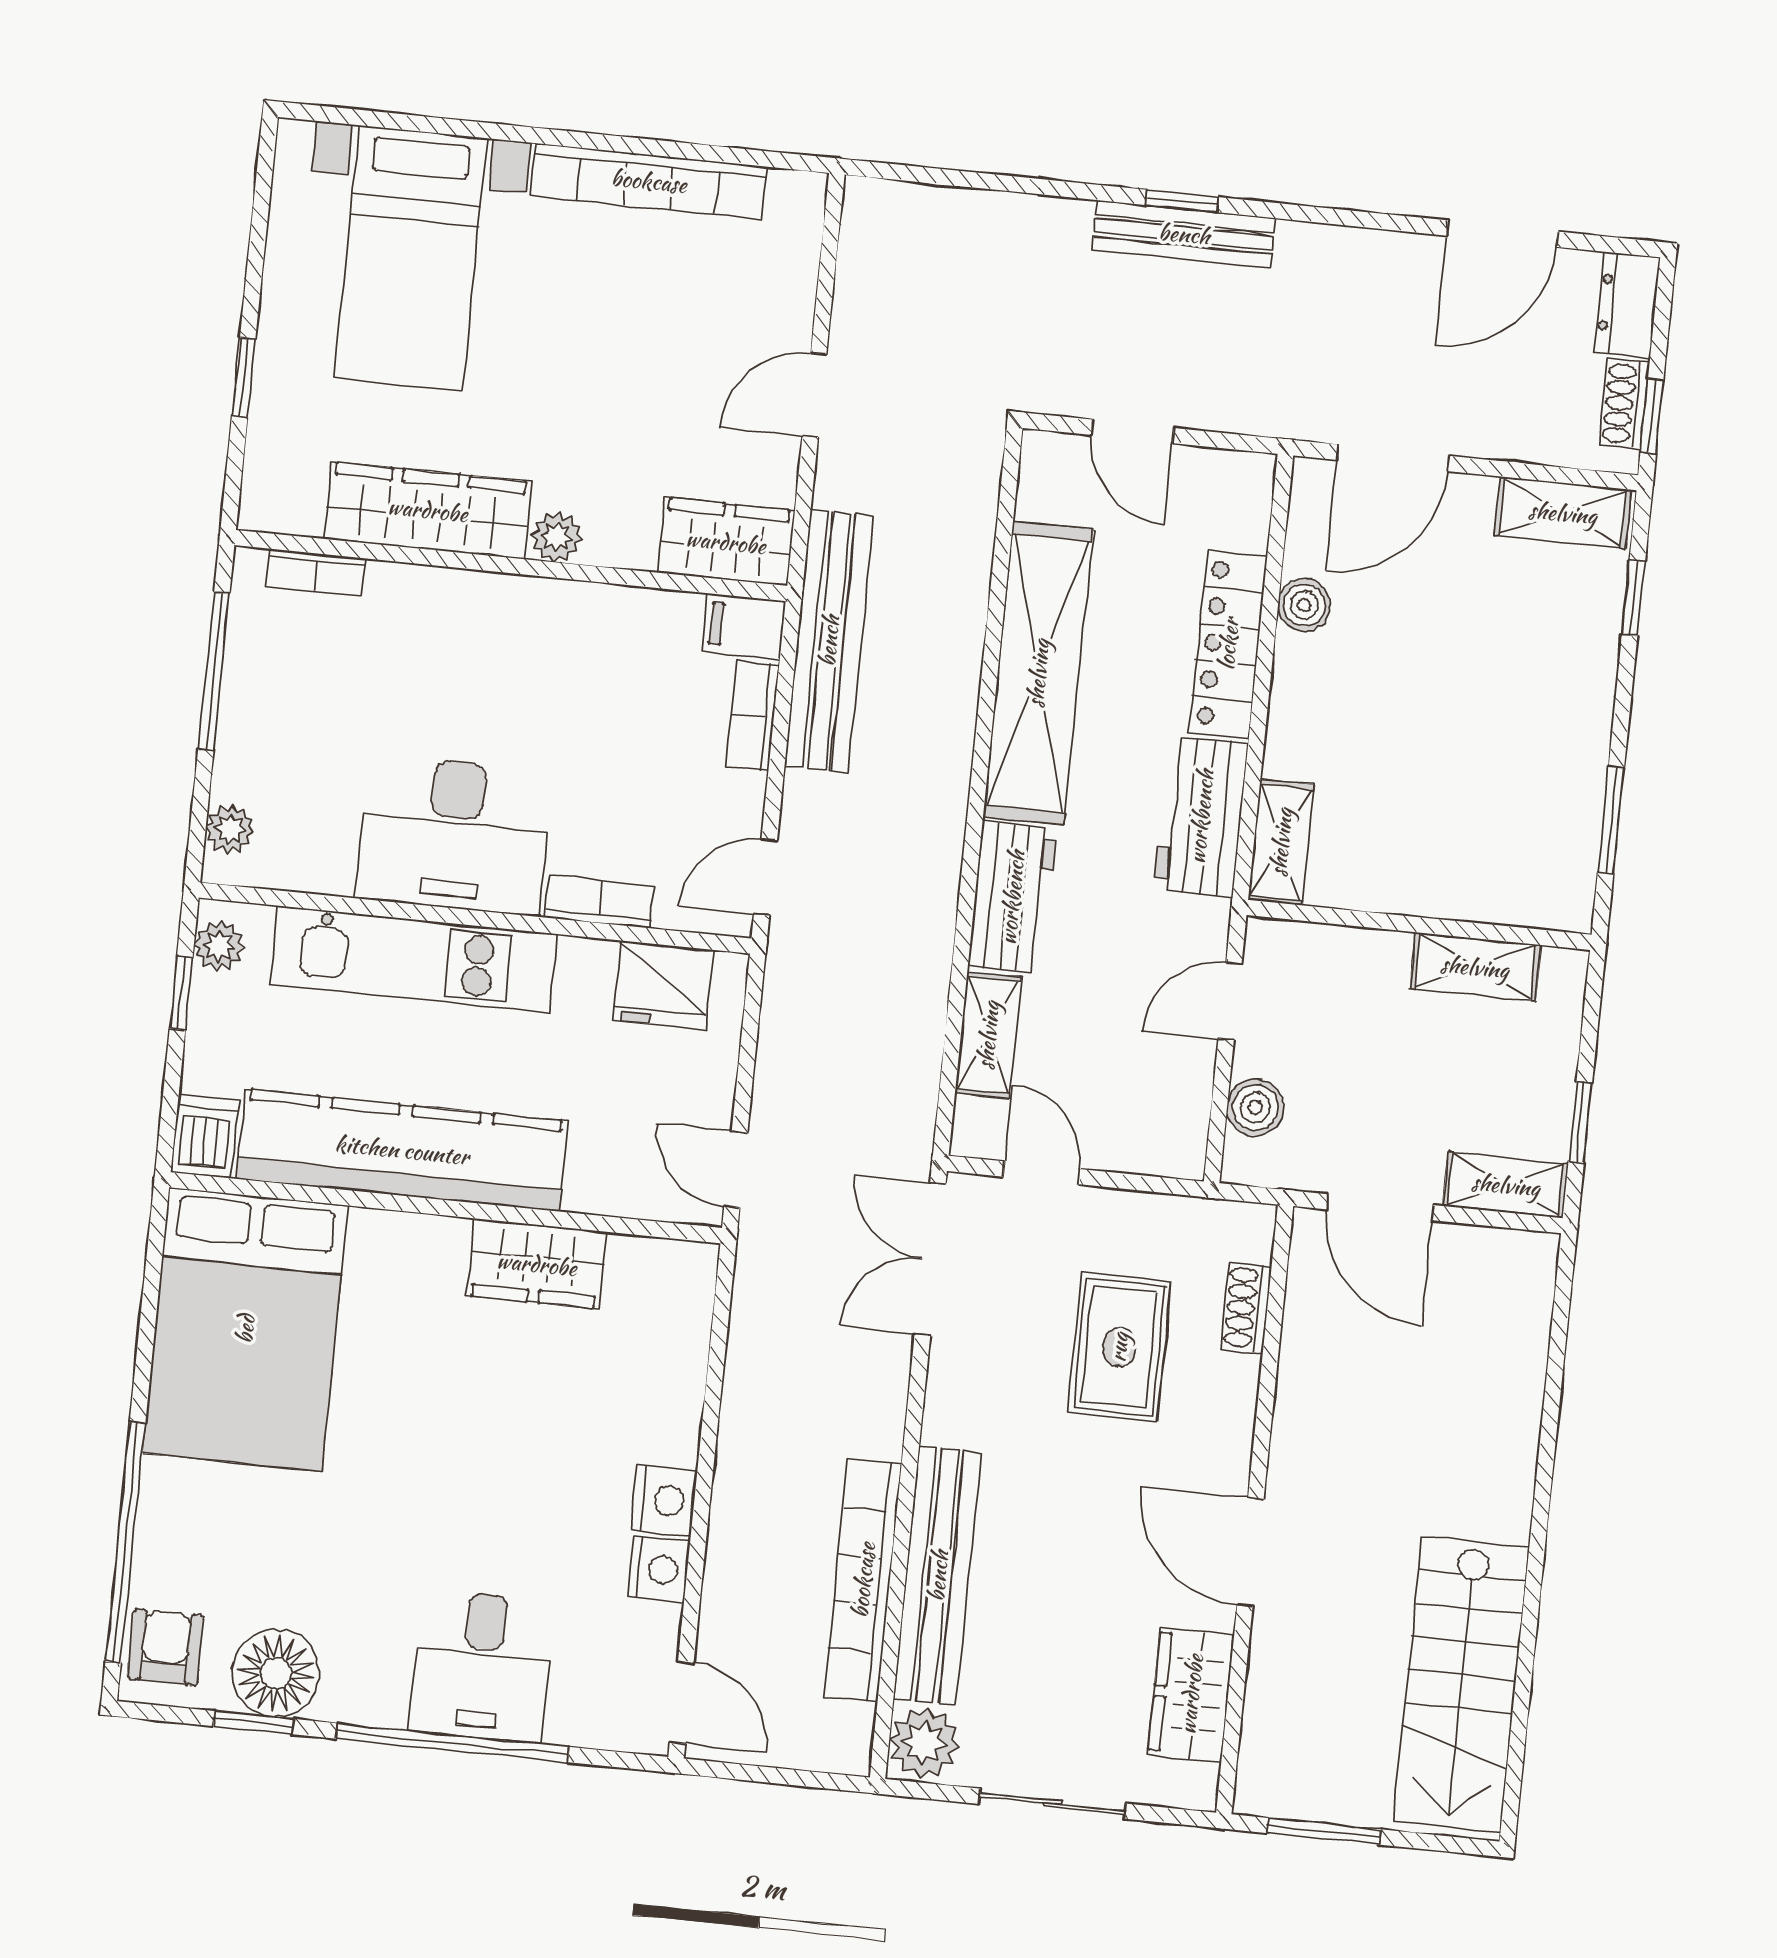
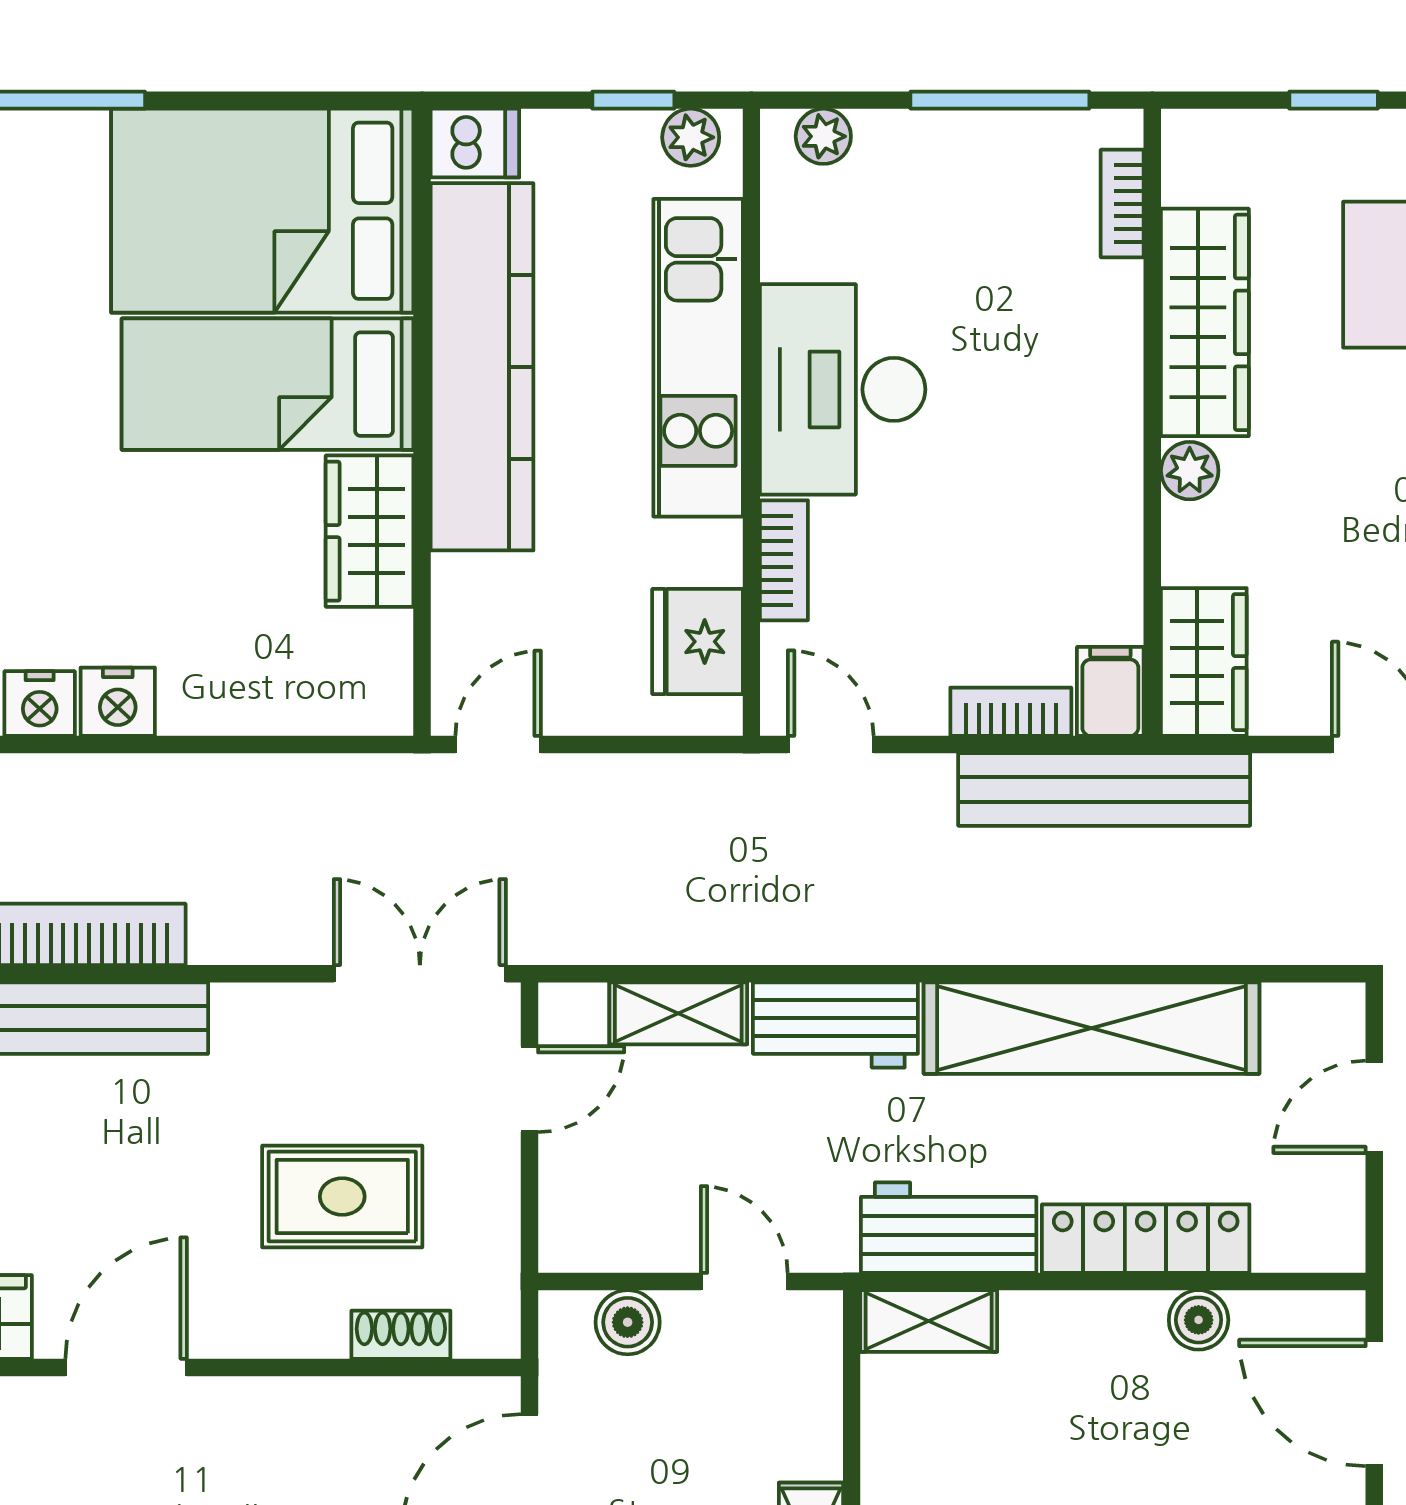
bed: (398, 1340) -> (268, 384), added

